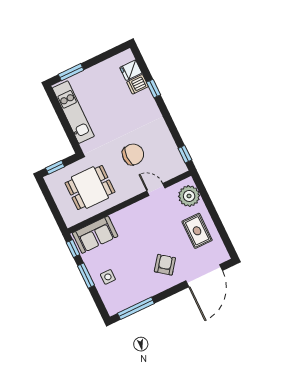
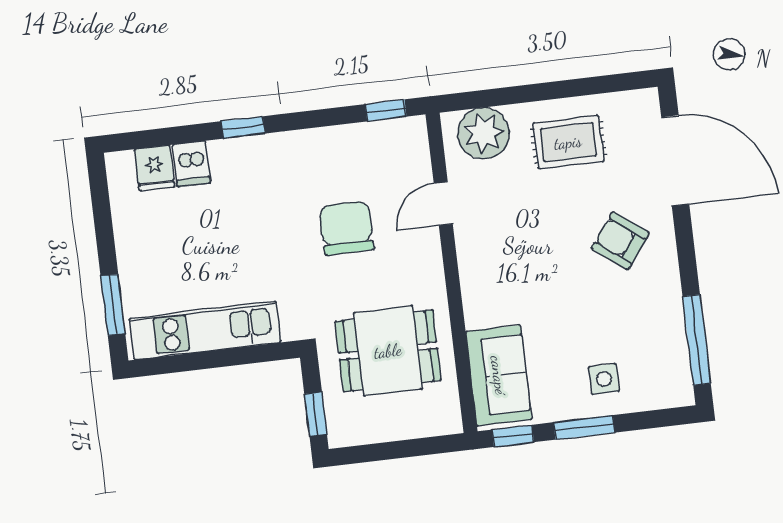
window: (154, 89) -> (243, 127), moved
dining table: (90, 188) -> (388, 351), turned 90

